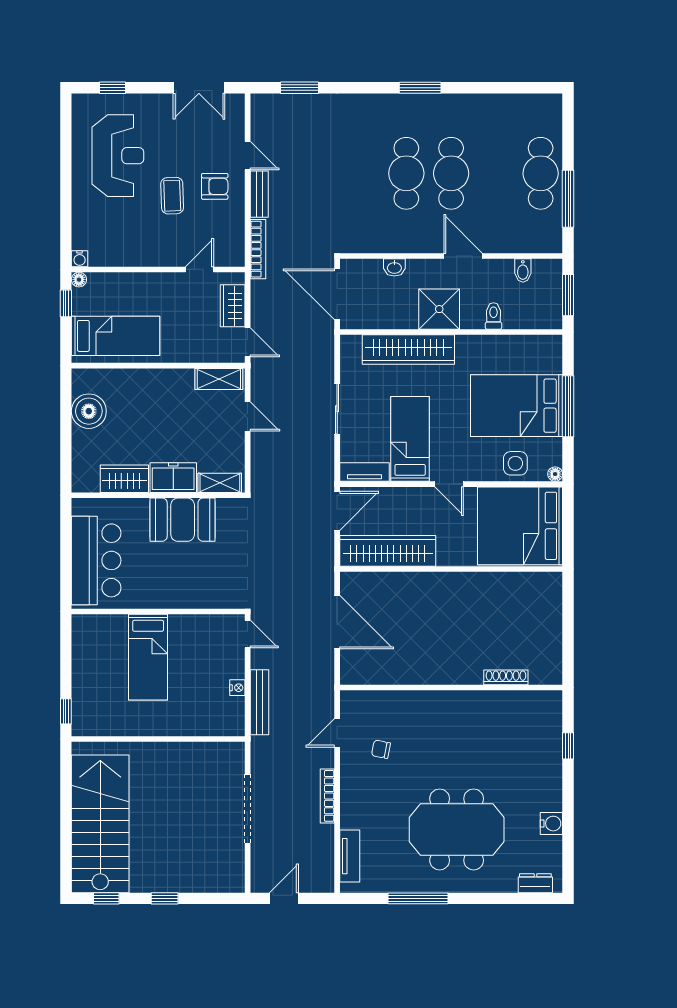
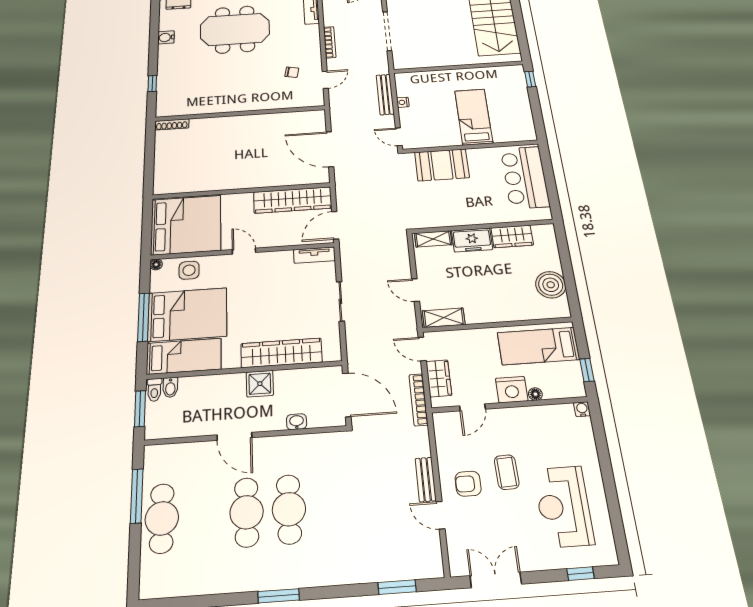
bookcase: (258, 249) -> (418, 400), moved
bidet: (523, 271) -> (170, 387), moved, turned 180
floor lamp: (79, 280) -> (535, 394), moved
nightstand: (153, 287) -> (512, 390), added
shower: (439, 309) -> (260, 384), width x0.73, depth x0.73
toilet: (494, 316) -> (154, 390), moved
bed: (410, 439) -> (184, 356), moved, turned -90
booth: (183, 520) -> (442, 165), moved
shoe rack: (506, 677) -> (172, 124), moved

